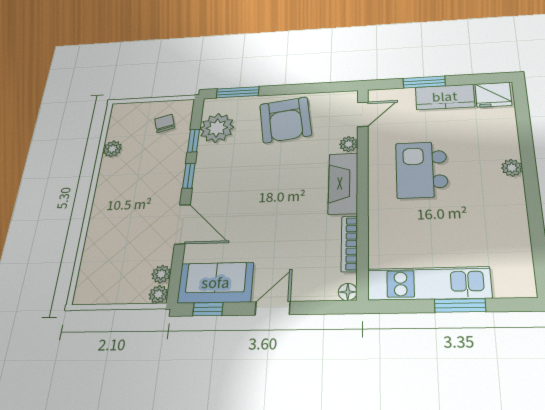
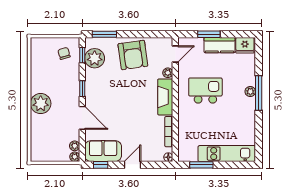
window: (194, 141) -> (82, 55), moved
plant: (112, 149) -> (41, 104), moved, width x1.88, depth x1.88
kitchen island: (422, 170) -> (205, 91), turned 90
window: (529, 170) -> (259, 93), added
kitchen unit: (429, 283) -> (227, 154), moved
window: (460, 305) -> (201, 165), moved

